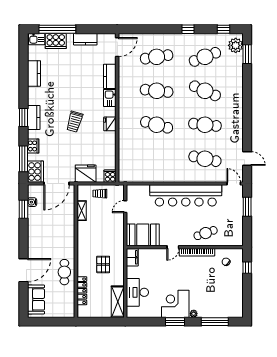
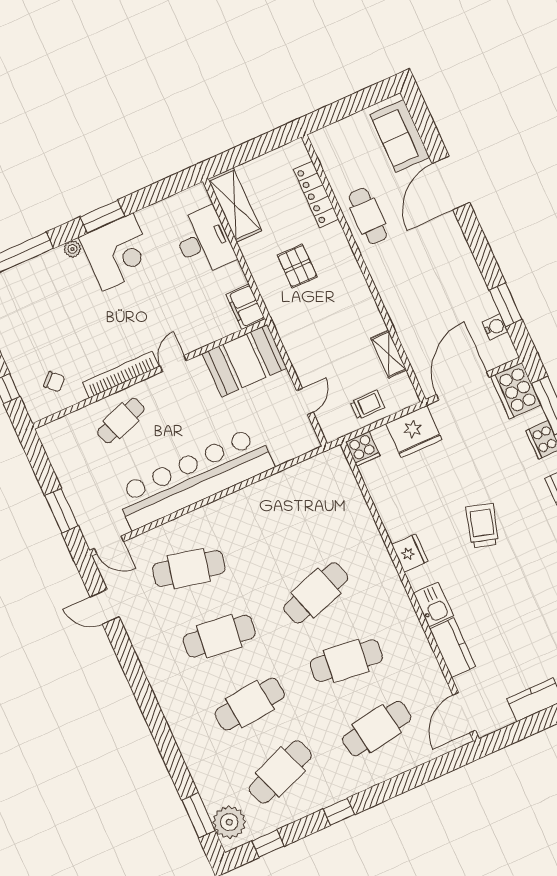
cafe table: (205, 91) -> (250, 704), turned -30
cafe table: (157, 125) -> (316, 593), turned -33

